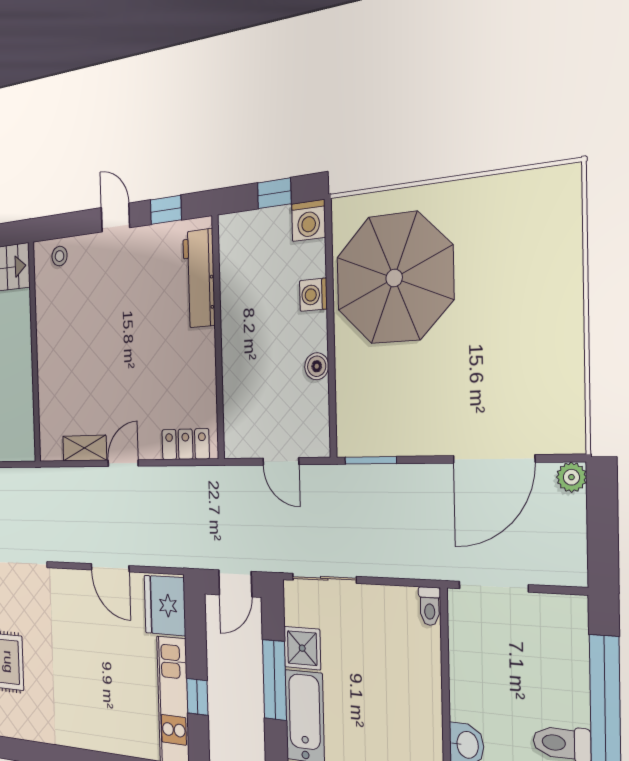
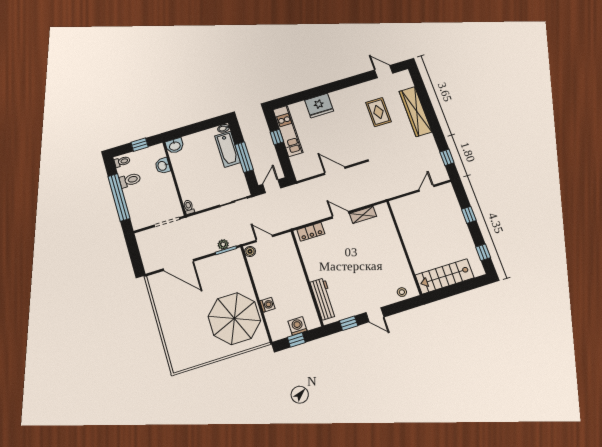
washing machine: (309, 220) -> (298, 326), moved
boiler: (317, 366) -> (250, 251), moved
door: (493, 459) -> (178, 265), swing flipped
door: (123, 463) -> (340, 215), swing flipped
plant: (571, 477) -> (223, 244), moved
fridge: (165, 605) -> (319, 106), moved, turned 90
shower: (302, 648) -> (236, 173), removed

